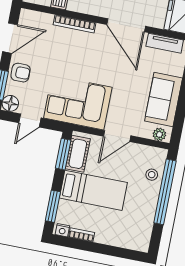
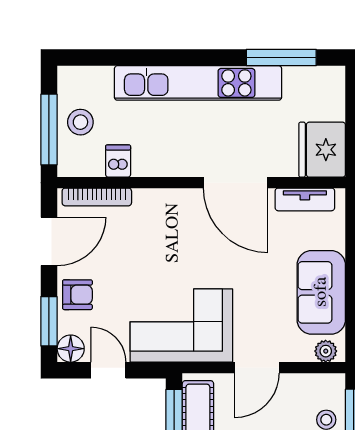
bookcase: (75, 24) -> (97, 197), moved
door: (30, 120) -> (108, 370), swing flipped

